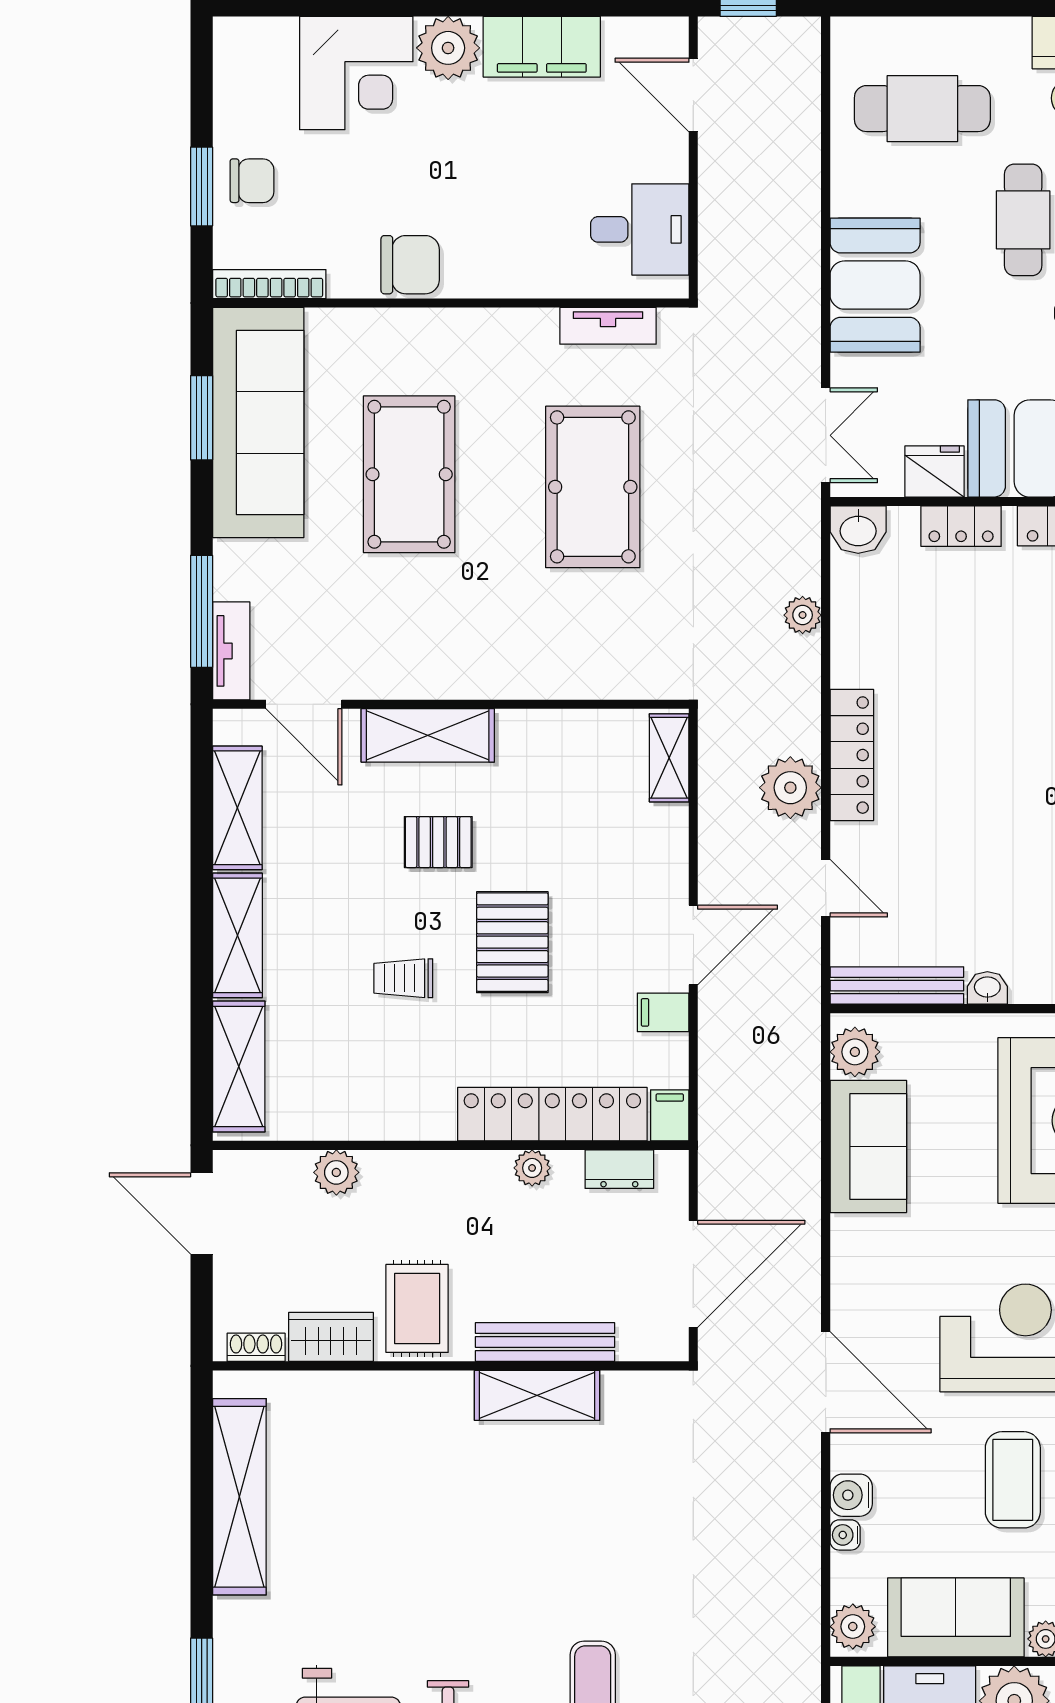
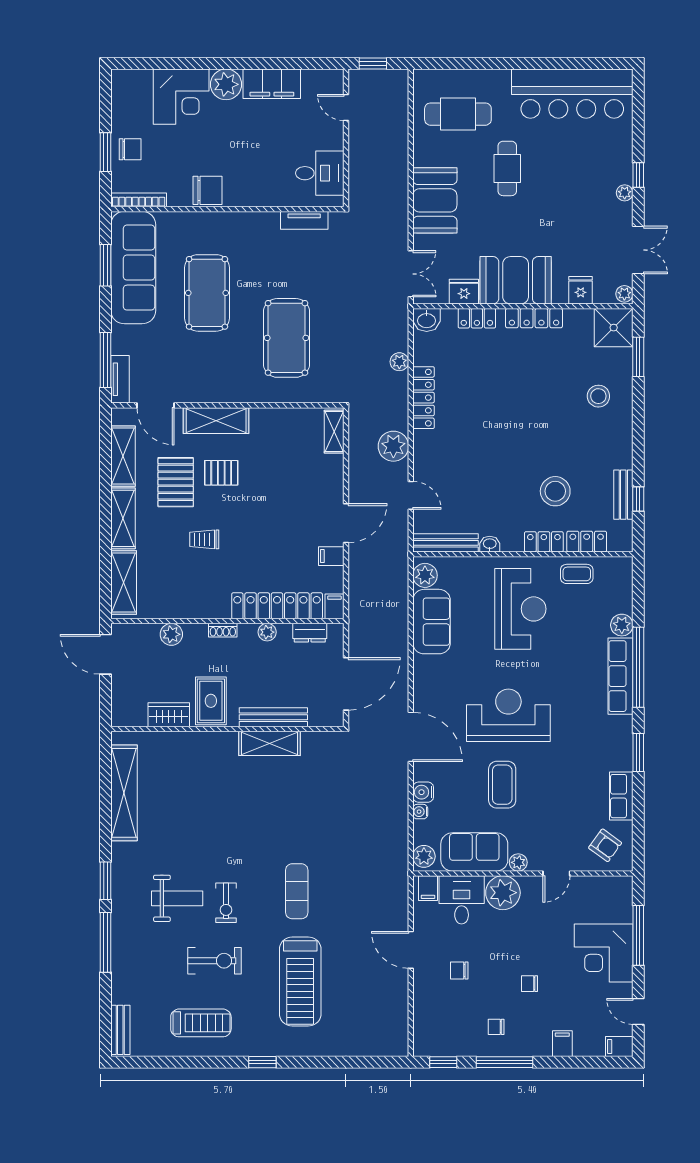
door: (693, 95) -> (346, 107), width x0.73
pool table: (593, 487) -> (286, 338), moved
locker: (852, 755) -> (423, 398), moved
pallet: (512, 942) -> (176, 482), moved
shoe rack: (256, 1347) -> (223, 630), moved, turned 180

